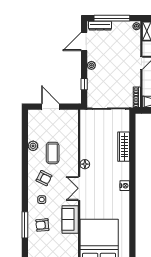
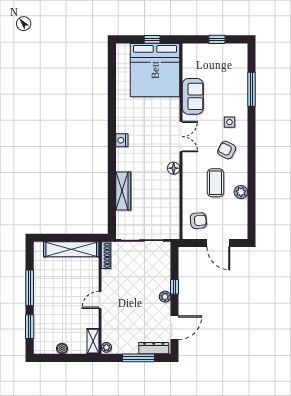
window: (112, 18) -> (138, 358), width x0.68
window: (84, 84) -> (174, 287), moved
armchair: (42, 225) -> (198, 221), moved

